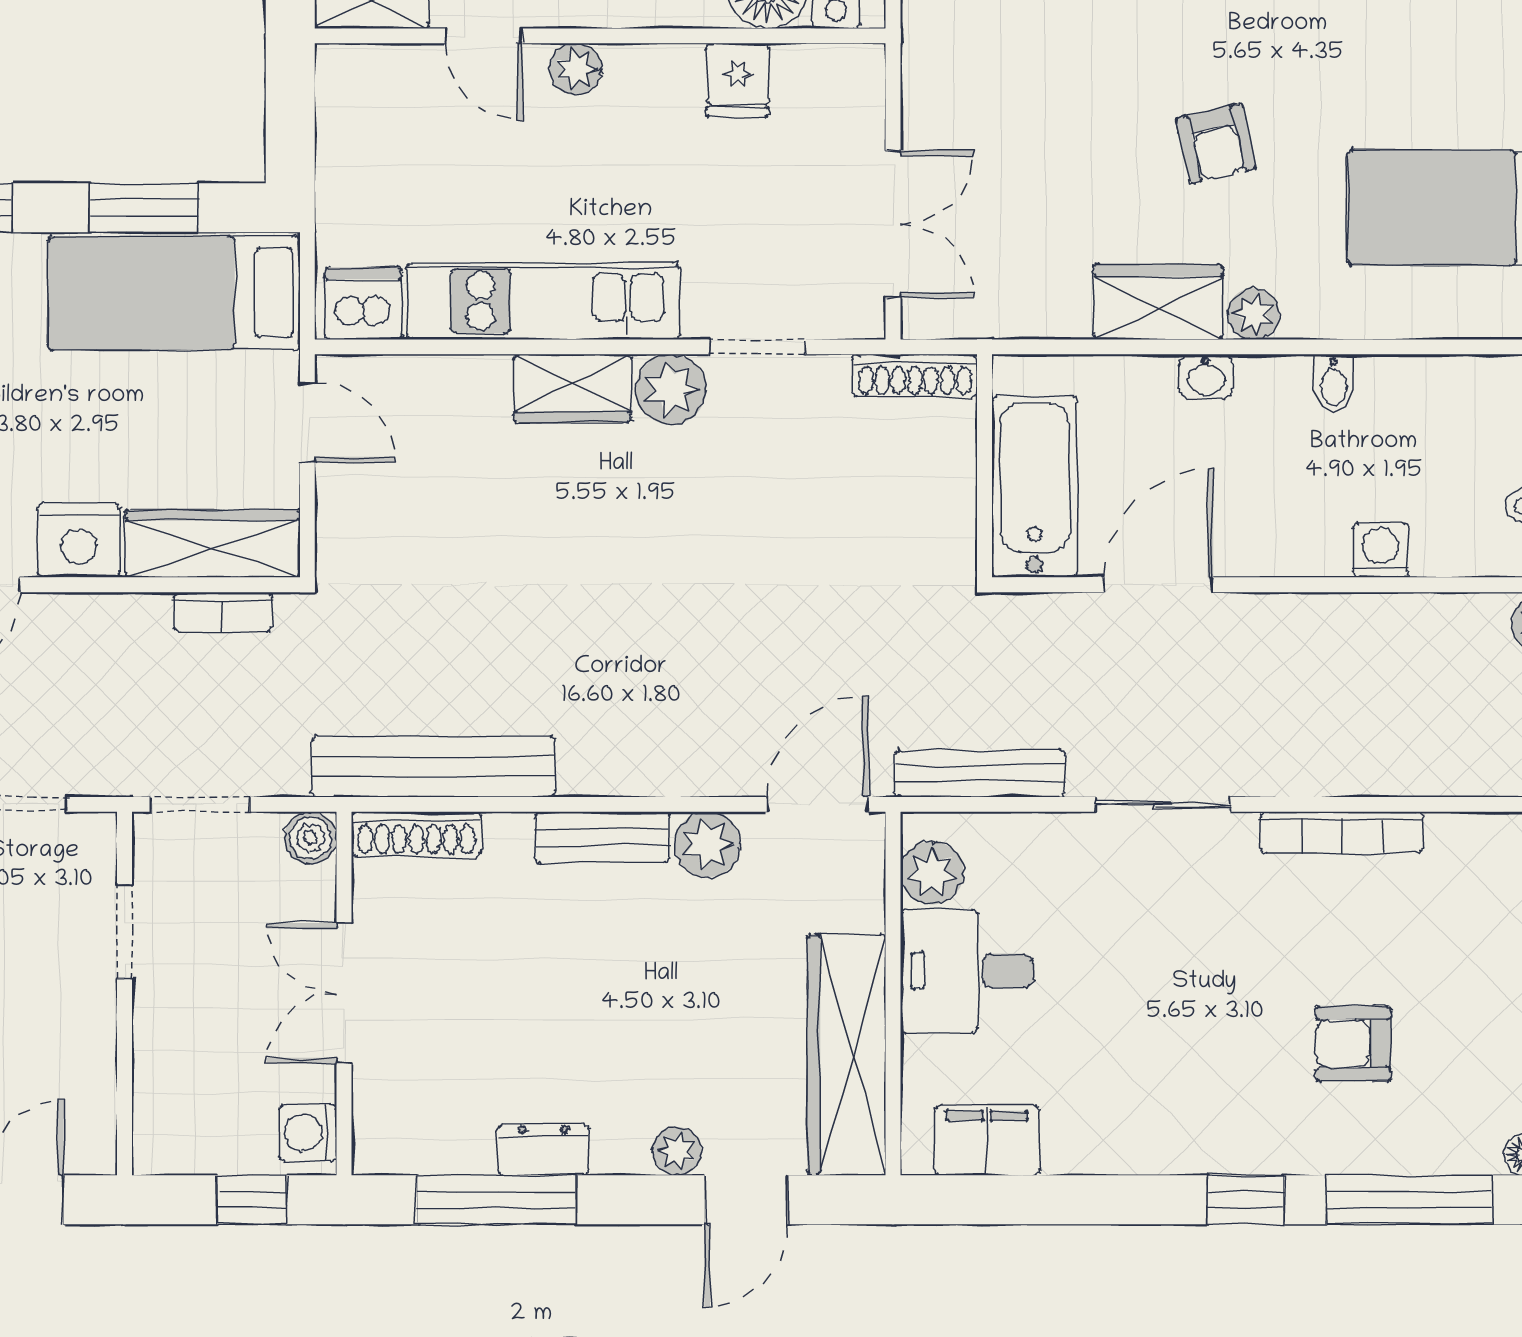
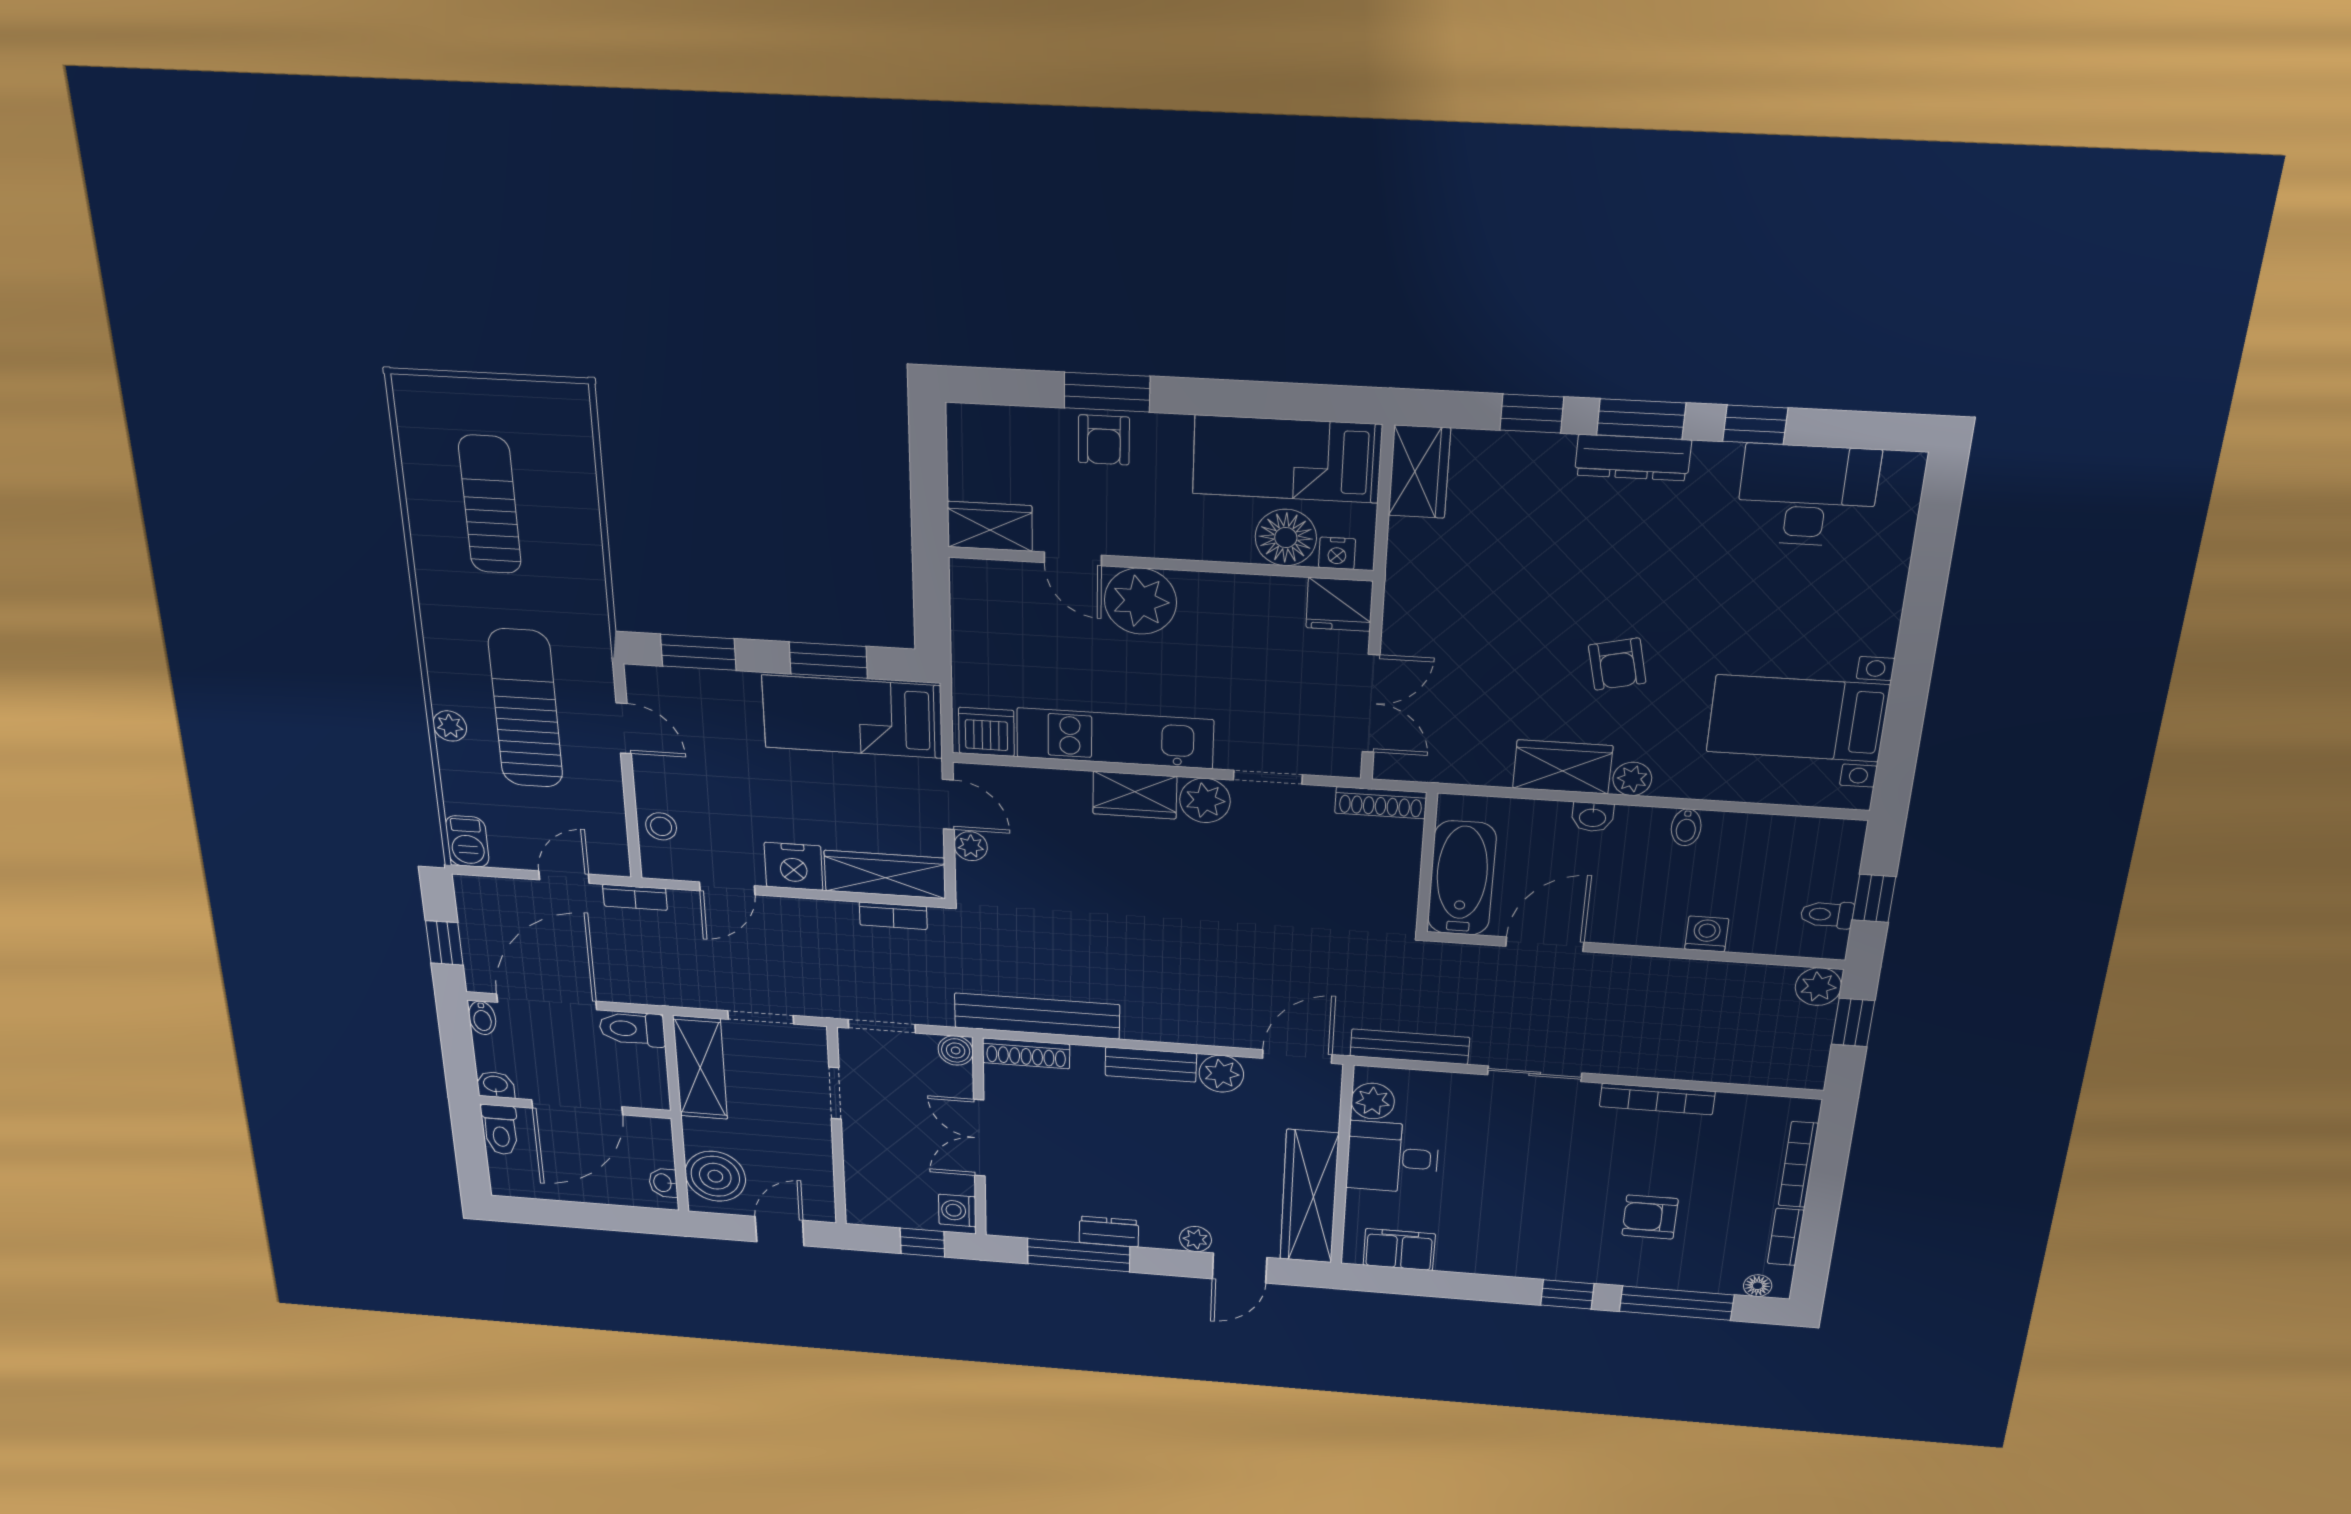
plant: (576, 69) -> (1140, 601), width x1.88, depth x1.88
fridge: (737, 80) -> (1339, 604), moved, width x1.38
plant: (339, 488) -> (971, 846), added

